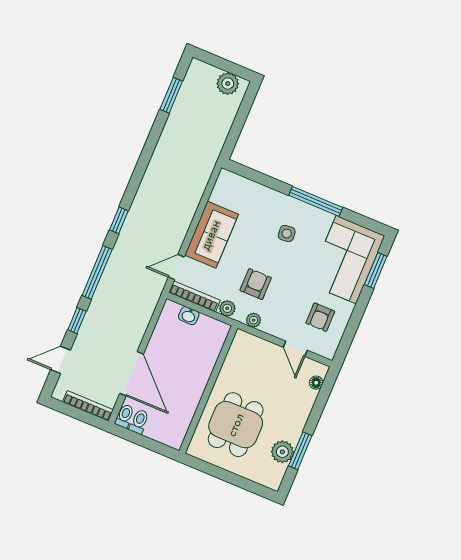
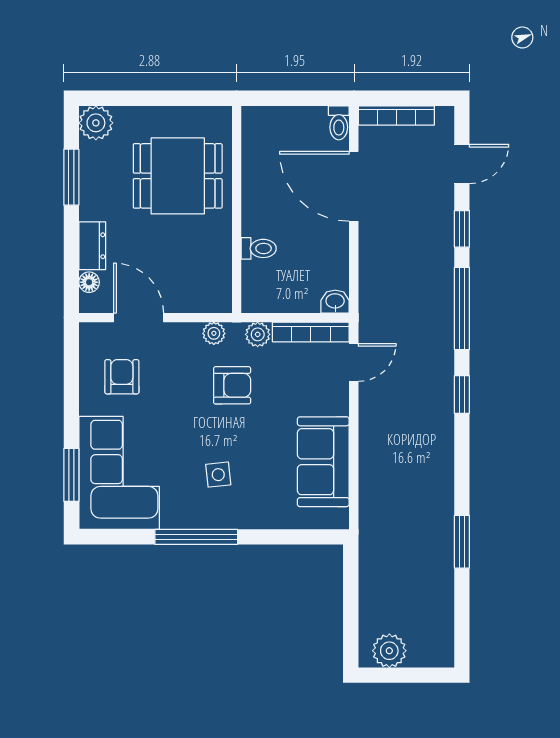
window: (171, 95) -> (462, 542), moved
sofa: (211, 235) -> (323, 462), moved
armchair: (256, 284) -> (232, 385), turned -90
washbasin: (189, 316) -> (335, 302), moved
door: (295, 349) -> (139, 318), width x1.37
dresser: (305, 404) -> (92, 246), added
toilet: (139, 422) -> (259, 248), moved, turned -90
dining table: (236, 425) -> (178, 176), turned 90
plant: (282, 452) -> (96, 123), moved

